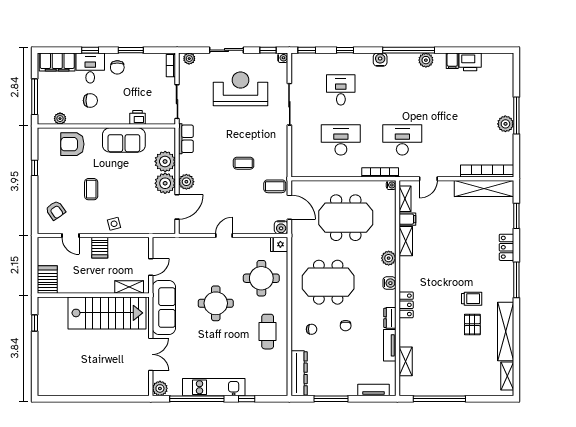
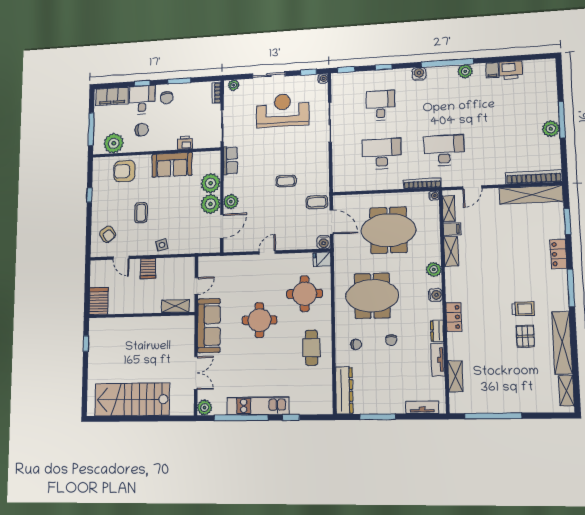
plant: (60, 119) -> (114, 143), width x1.88, depth x1.88
stairs: (107, 313) -> (132, 399), moved, turned 180

